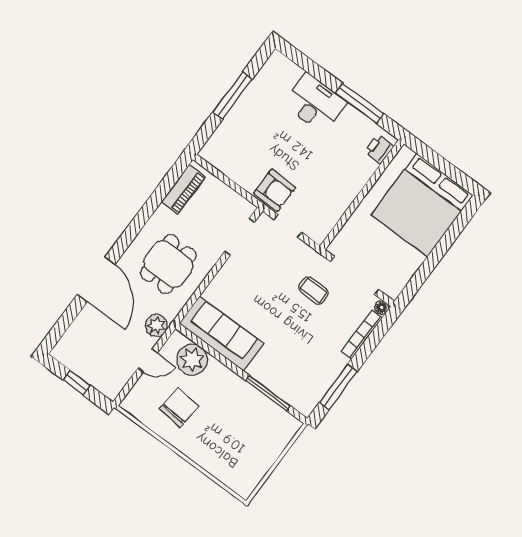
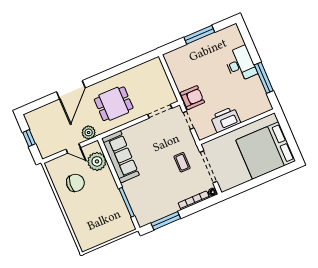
printer: (379, 149) -> (226, 119), moved, width x1.87, depth x1.48
piano: (183, 190) -> (145, 69), removed
armchair: (275, 190) -> (192, 98), turned -90

